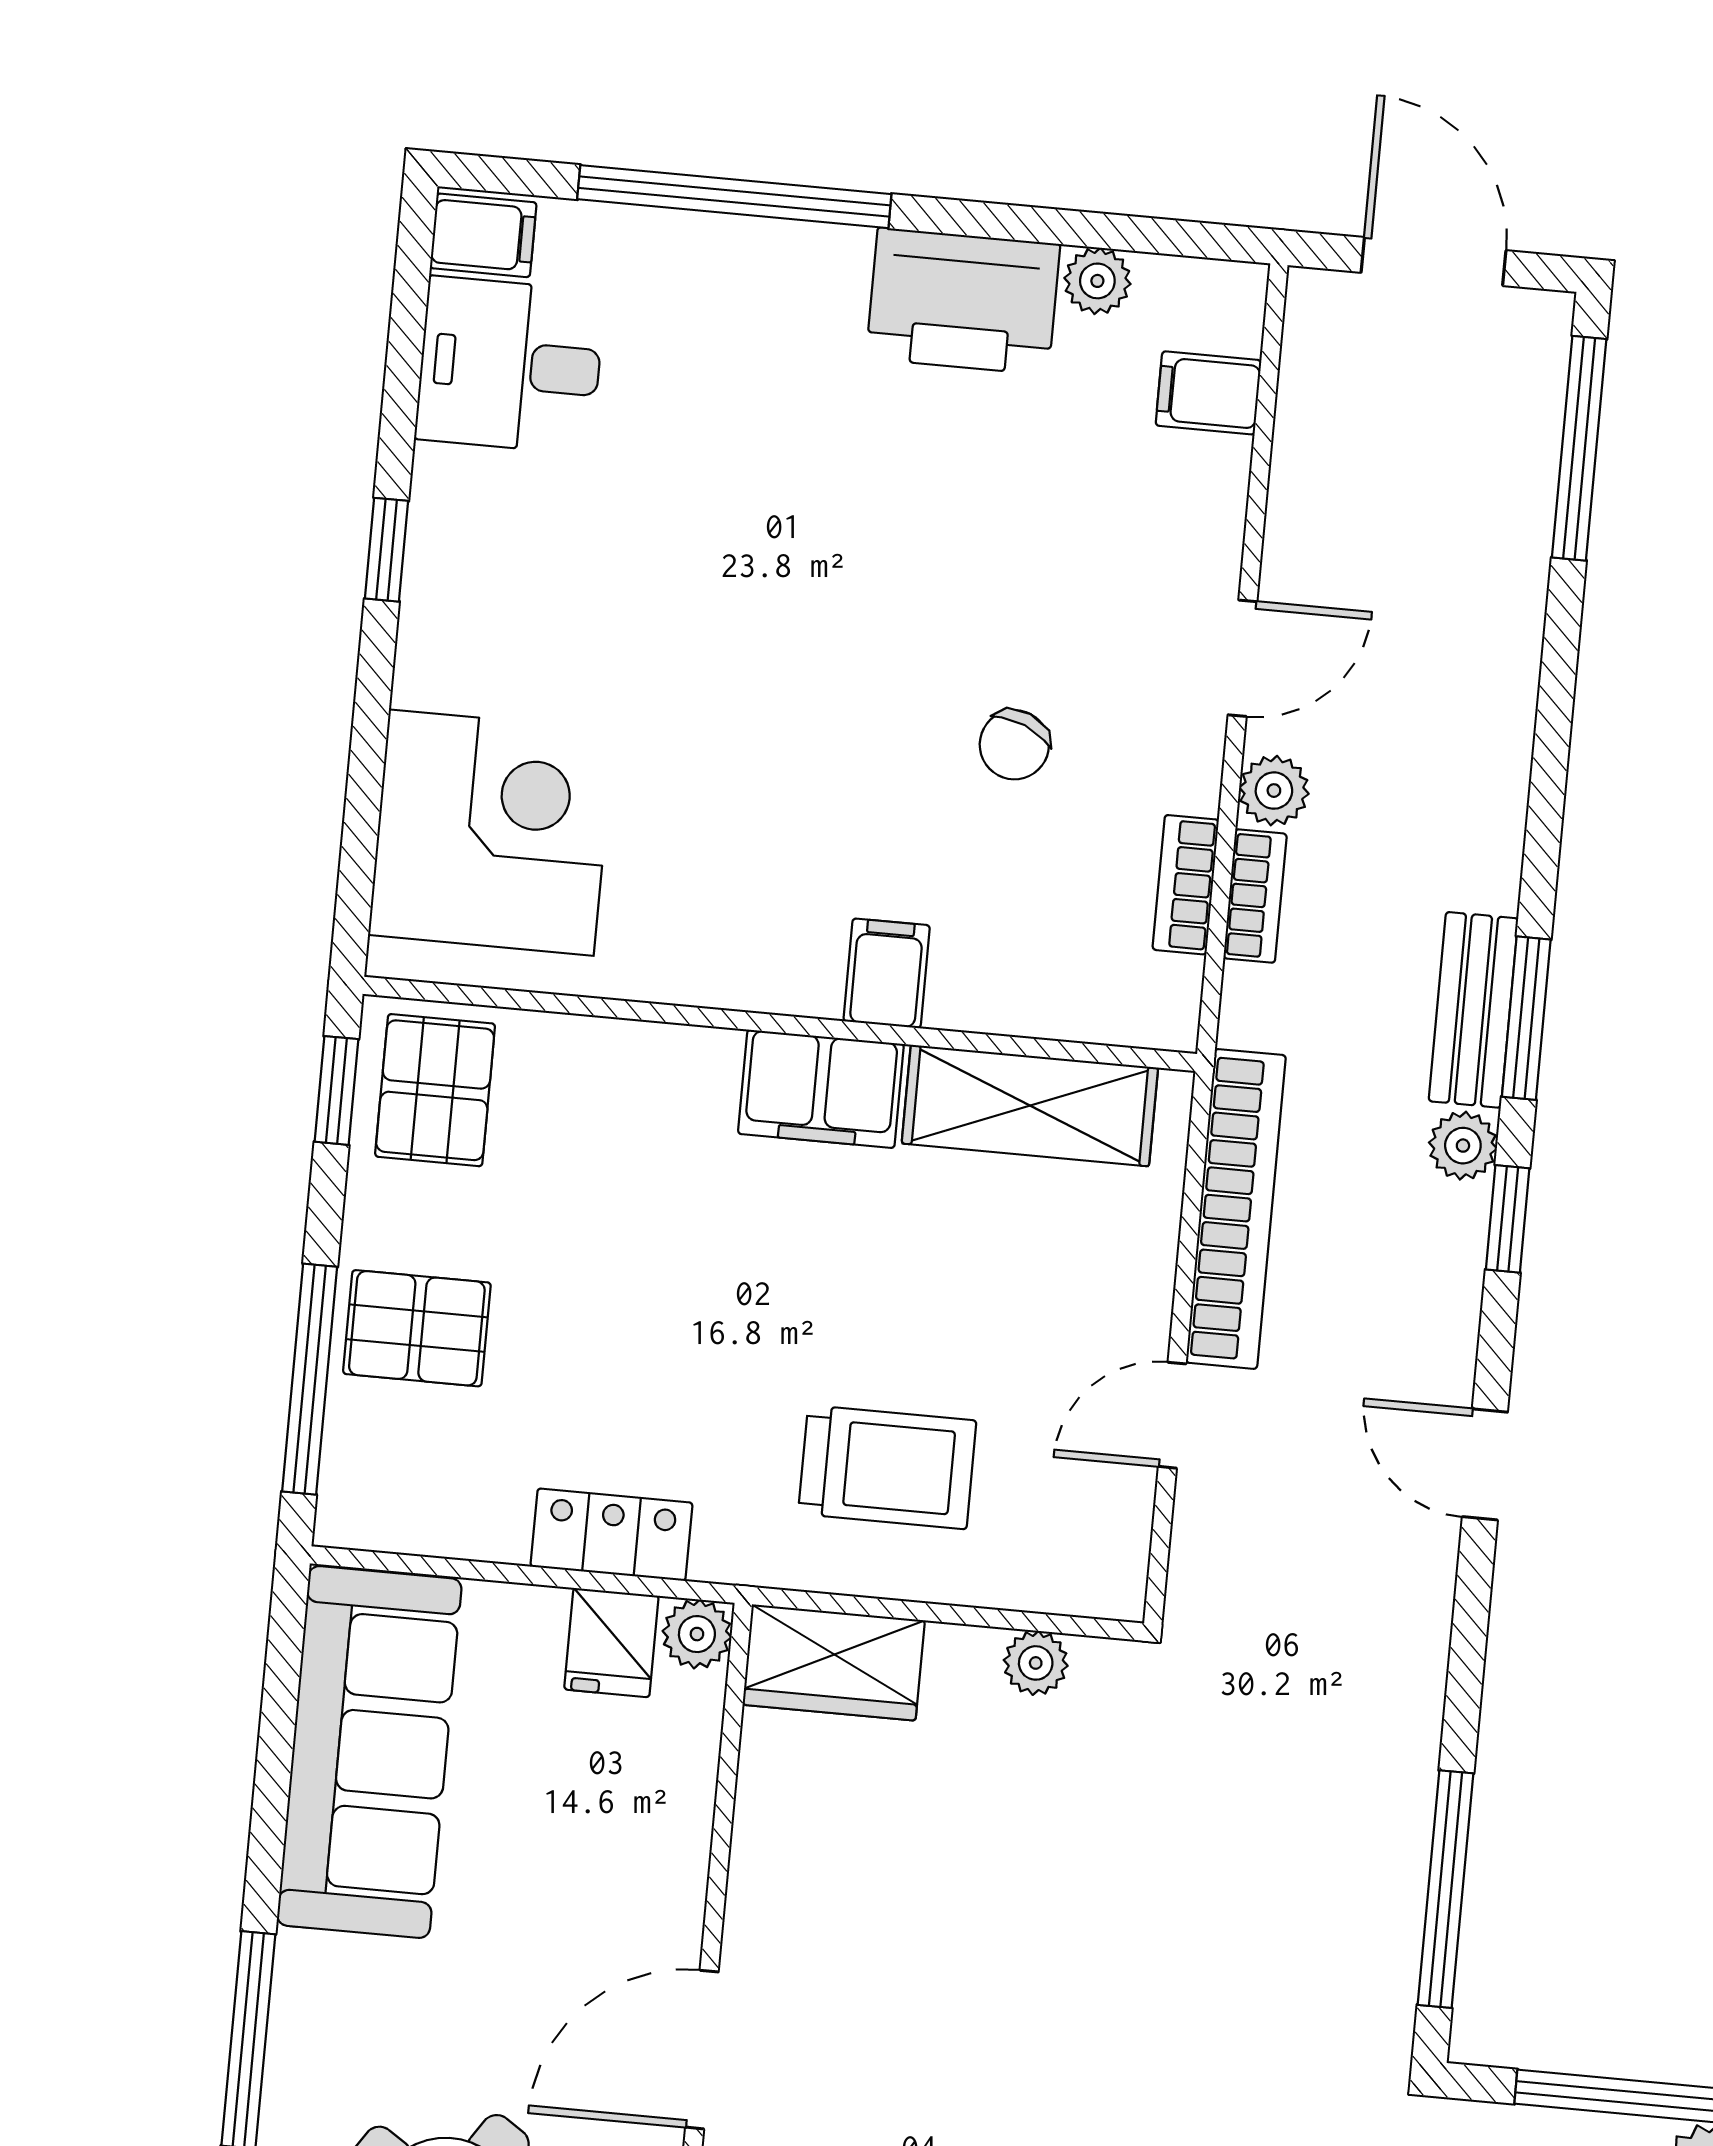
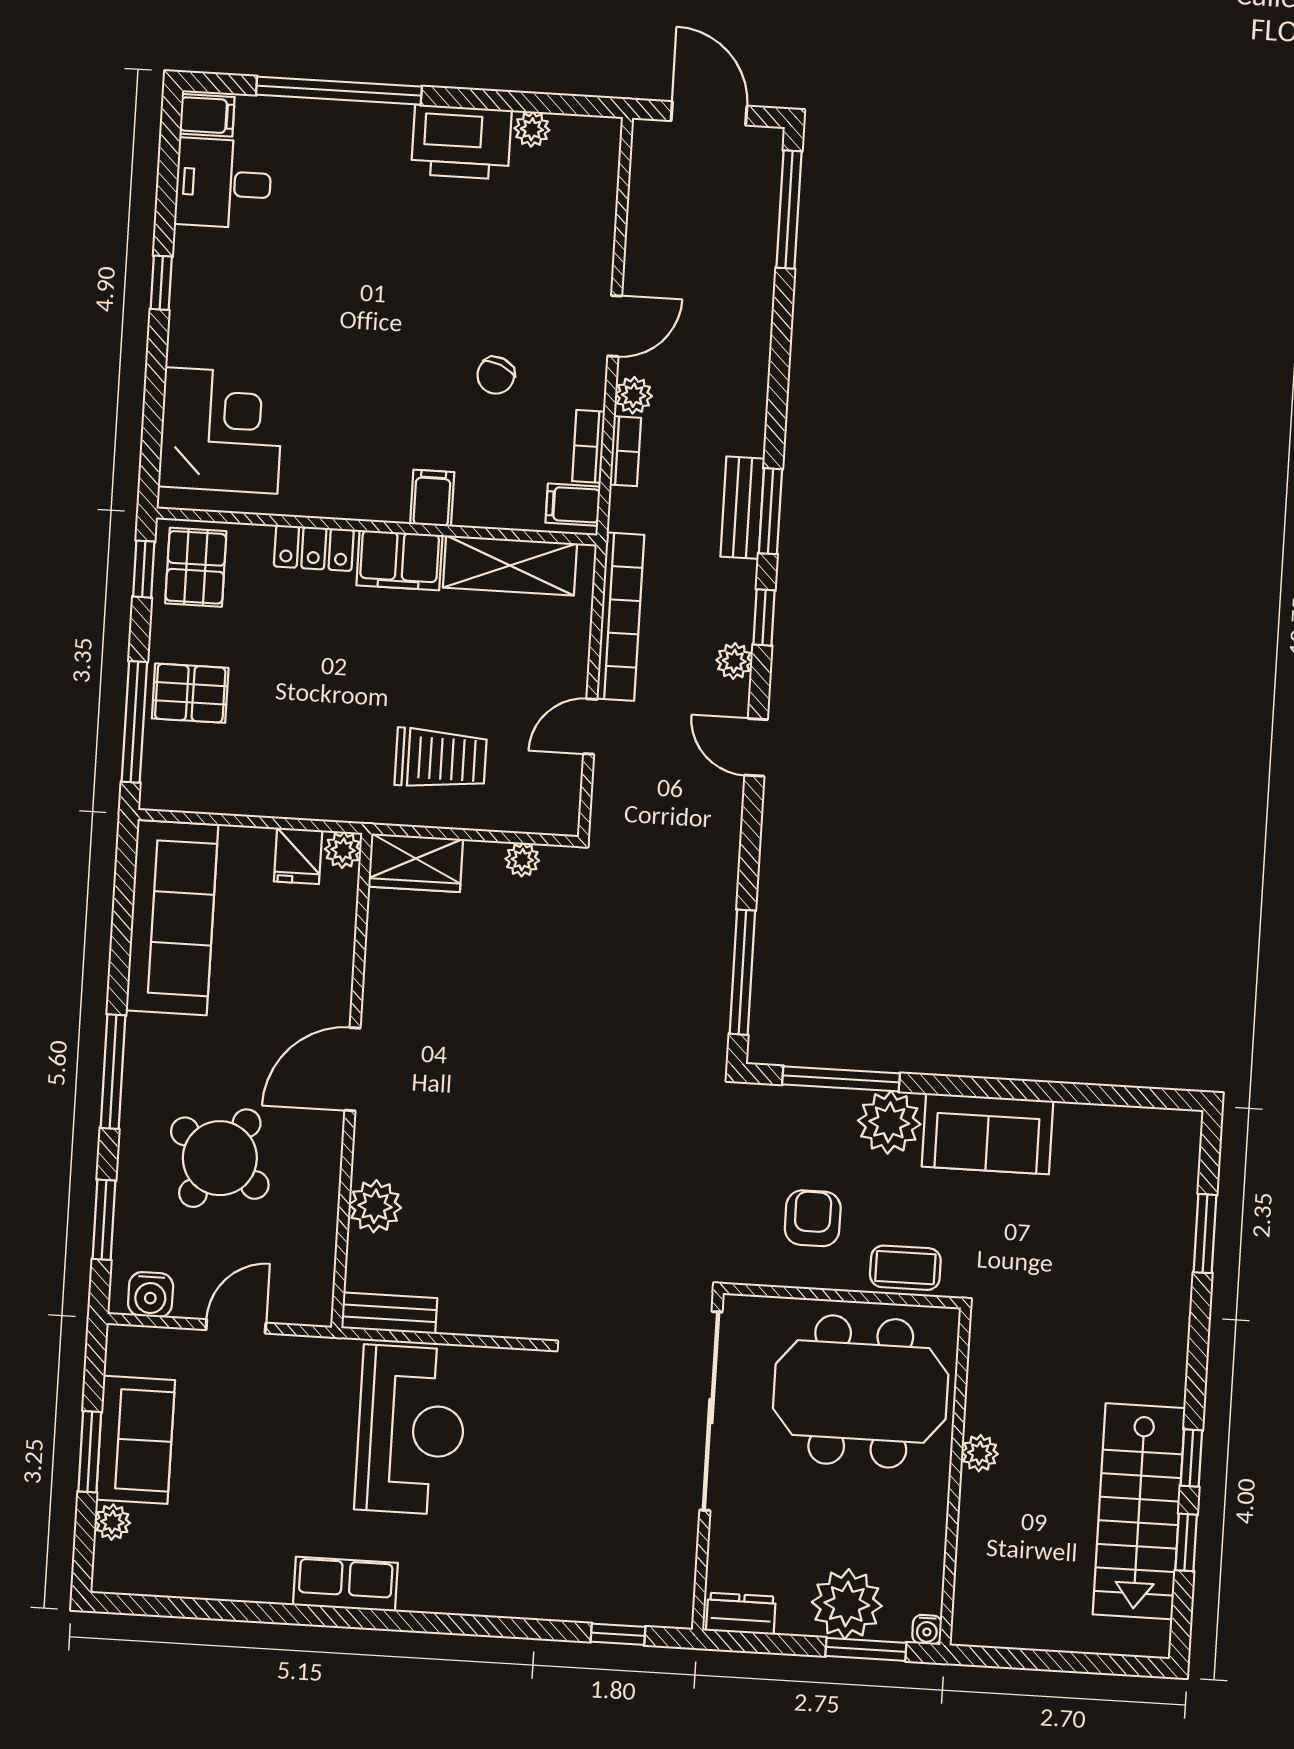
filing cabinet: (1208, 393) -> (573, 505), moved
plant: (1463, 1146) -> (734, 661), moved
locker: (612, 1535) -> (314, 548), moved, turned 180

